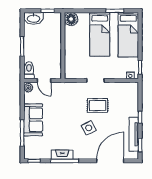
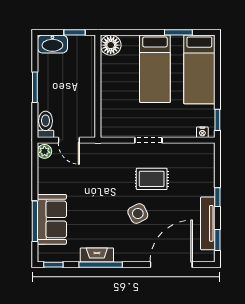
sofa: (33, 120) -> (52, 219), moved

